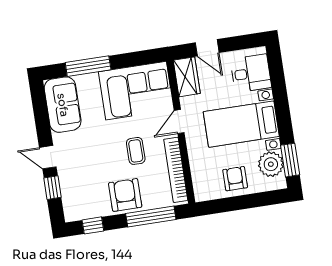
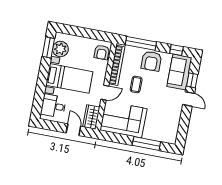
sofa: (63, 105) -> (179, 72), moved
armchair: (235, 179) -> (102, 52), moved

